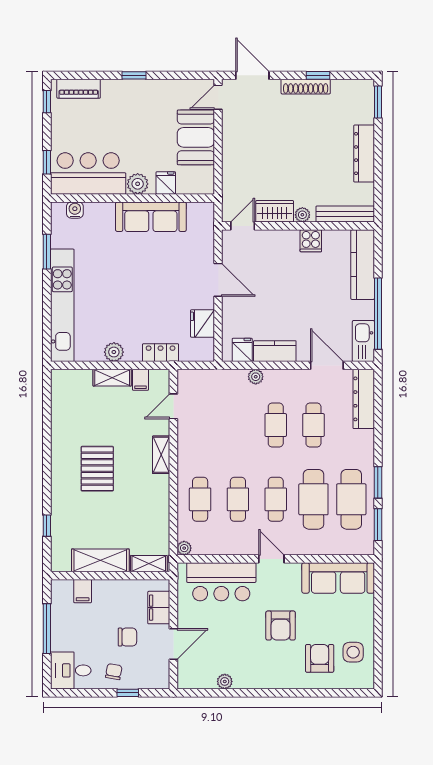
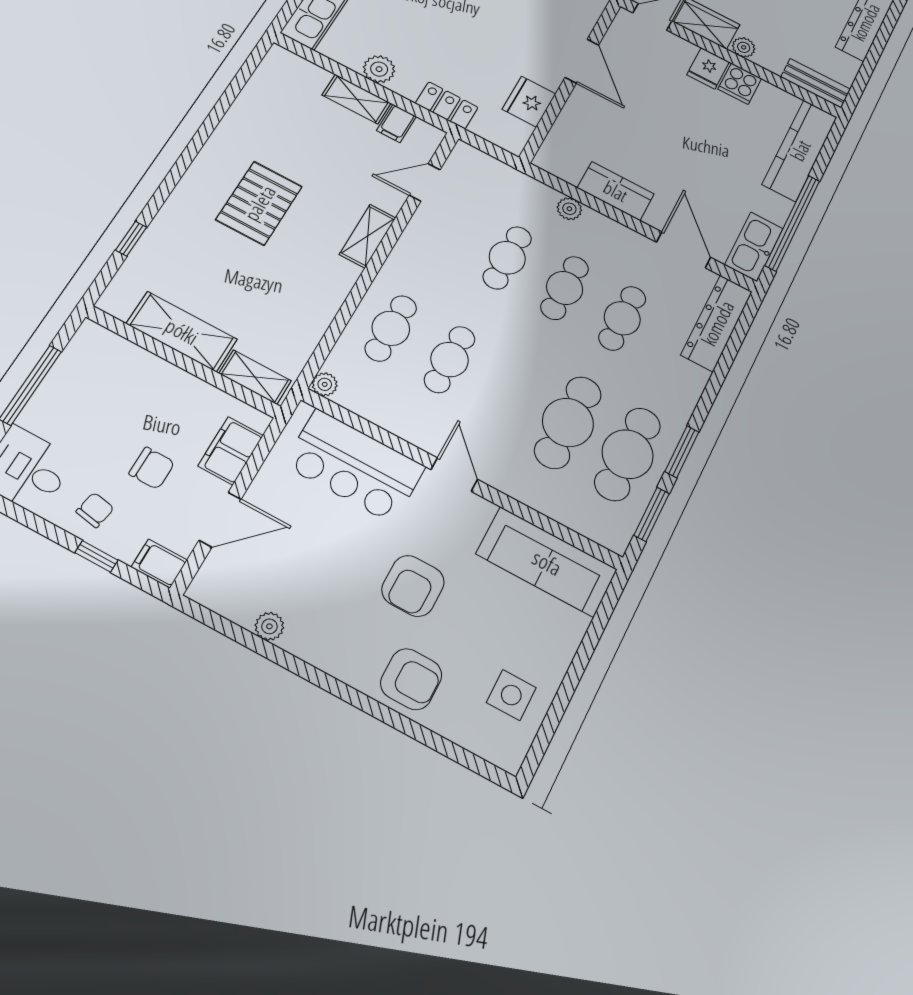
bench: (345, 214) -> (816, 83), width x0.73
fridge: (242, 350) -> (708, 68), moved, turned 180
cafe table: (276, 499) -> (507, 258), moved
filing cabinet: (83, 591) -> (159, 564), moved, turned 90
armchair: (320, 658) -> (411, 679), moved, turned 90

